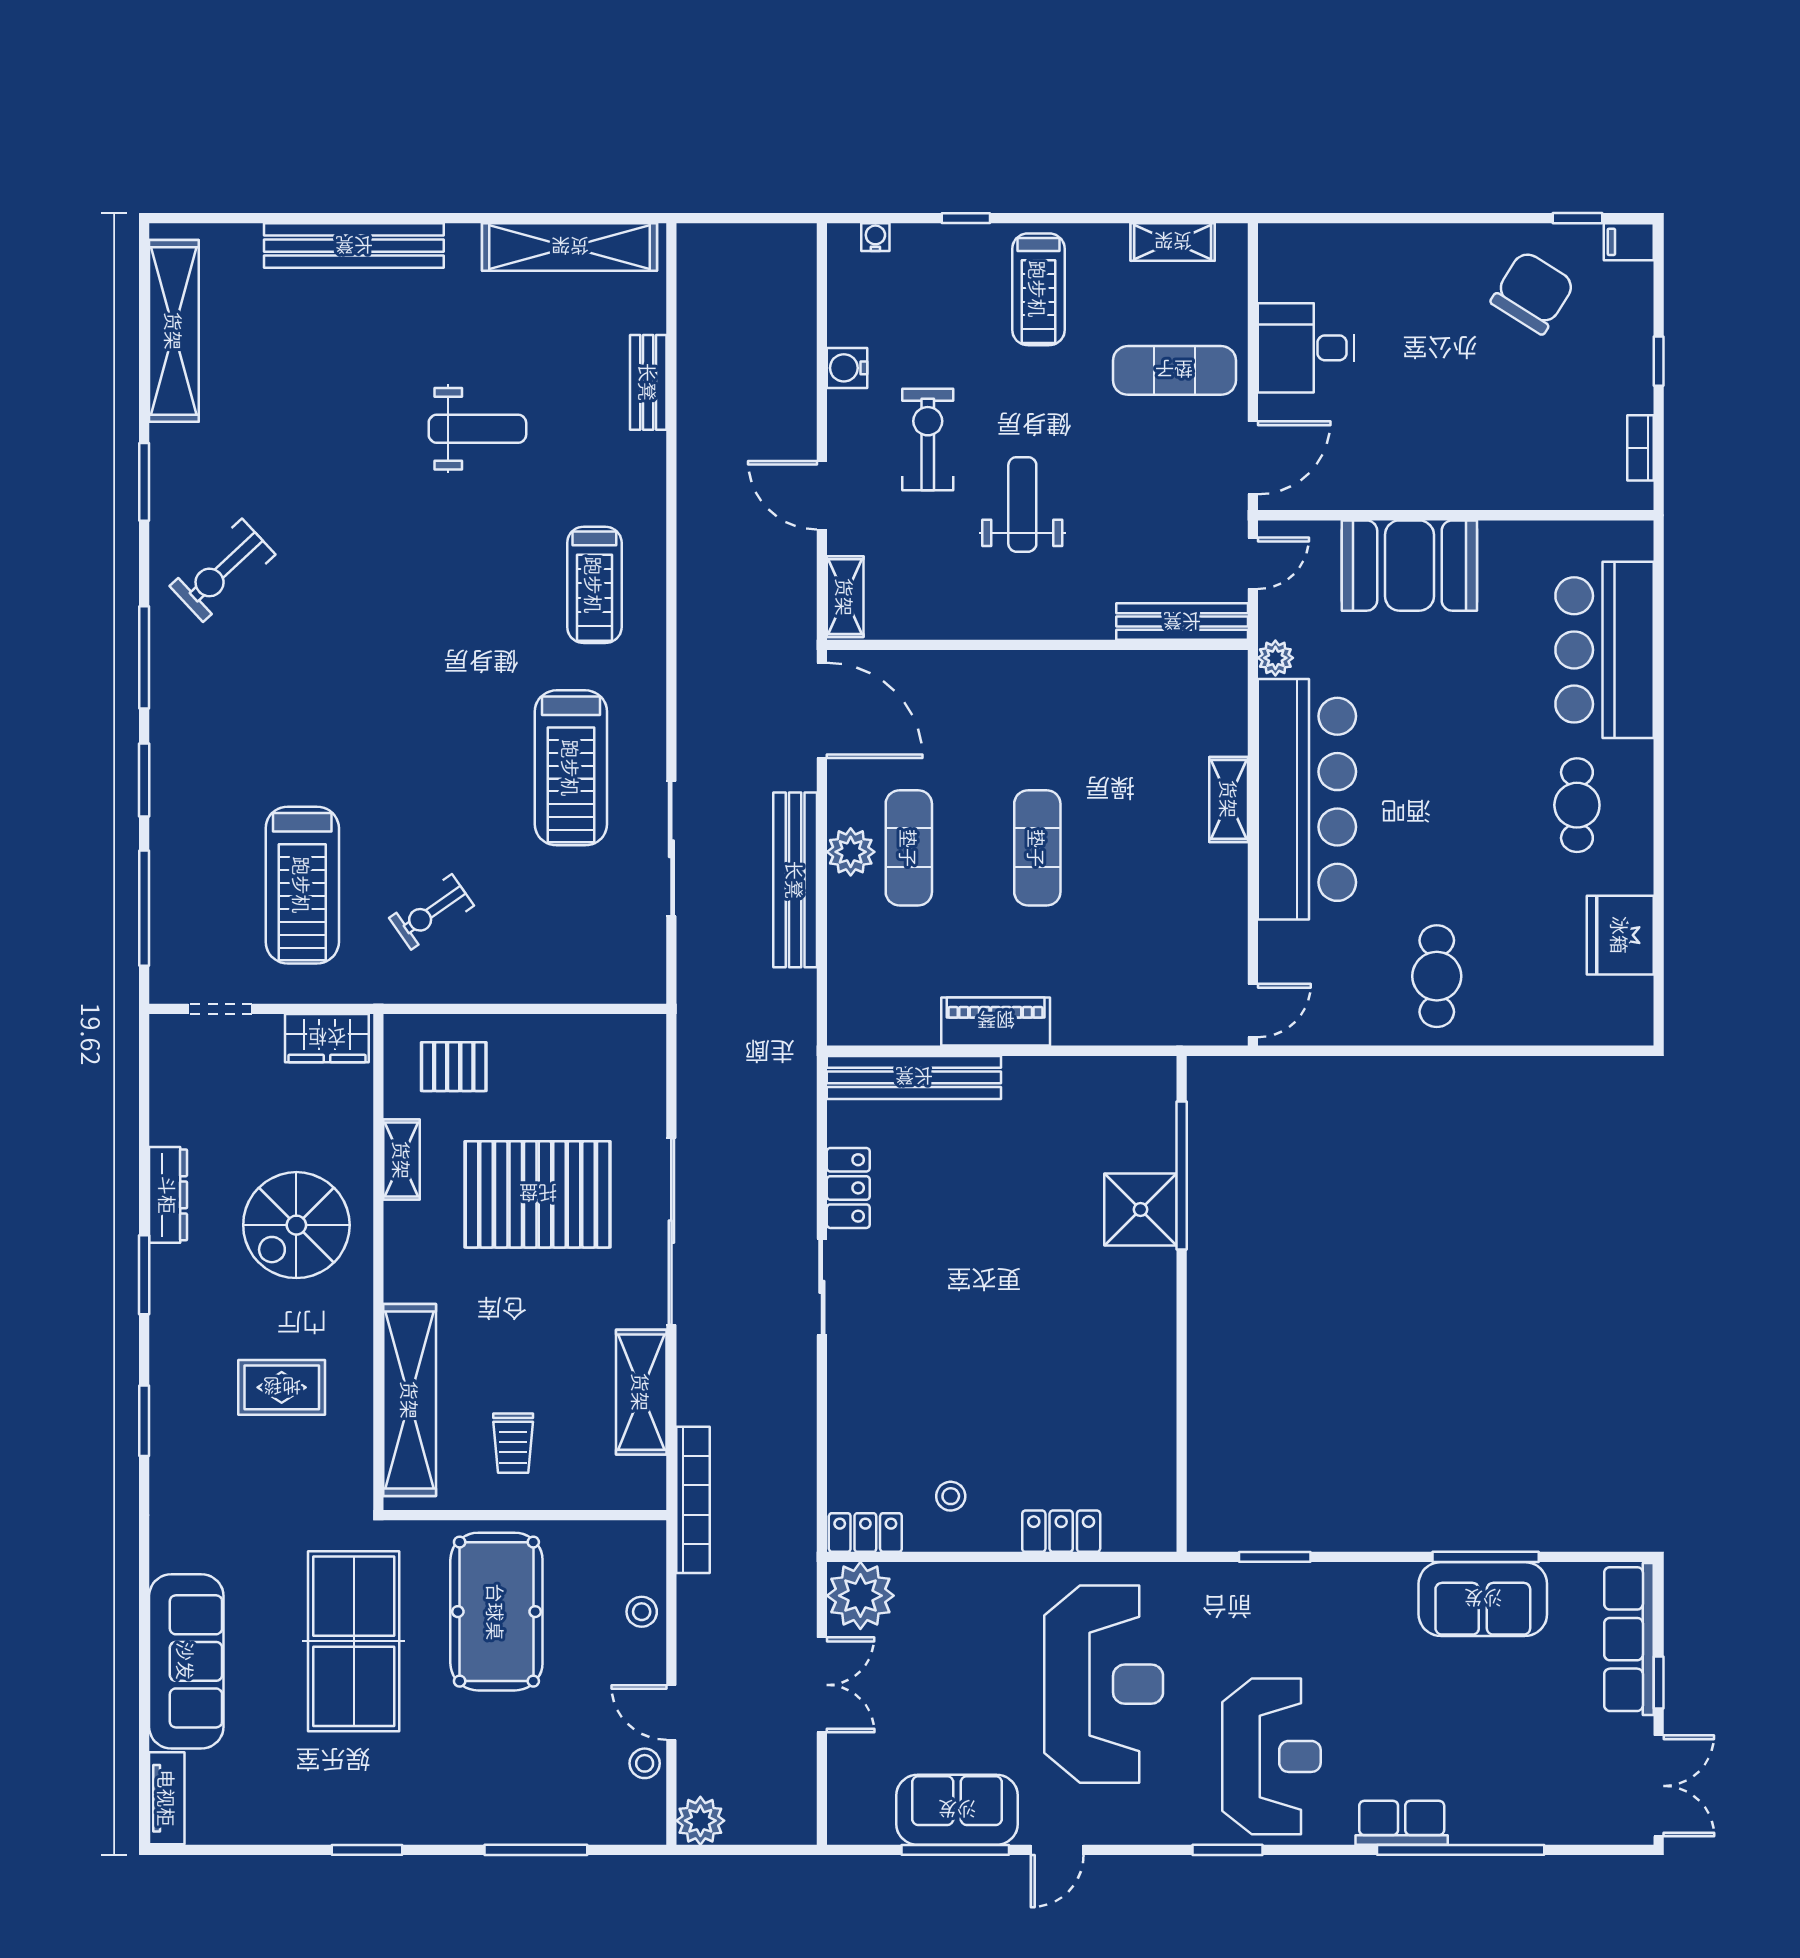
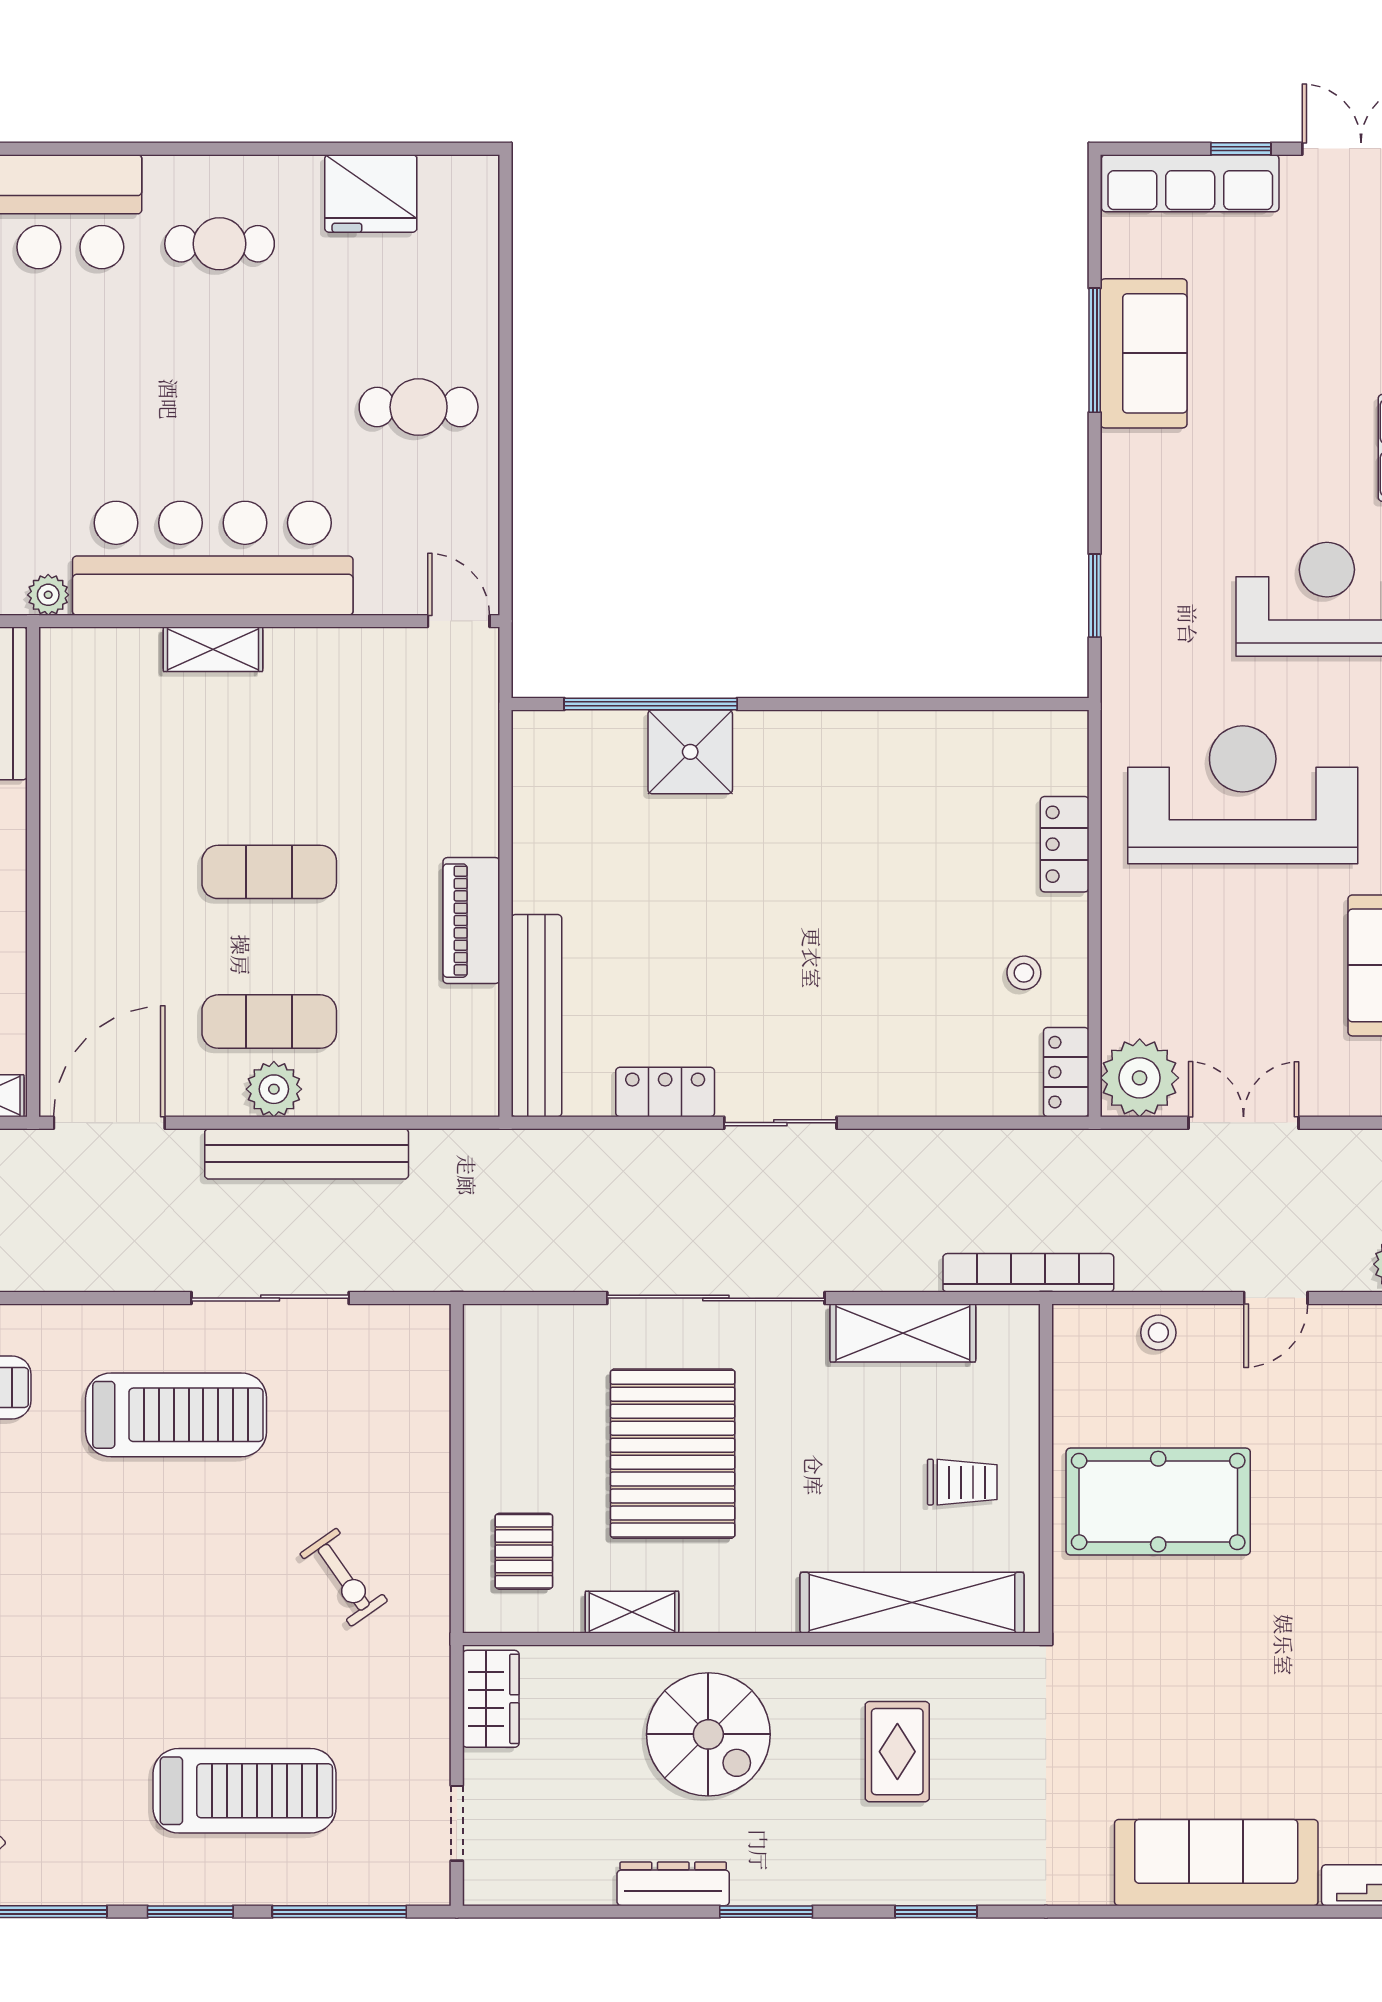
treadmill: (302, 885) -> (245, 1791), moved
table tennis table: (354, 1641) -> (1193, 1668), removed
stool: (645, 1763) -> (1335, 1329), removed

